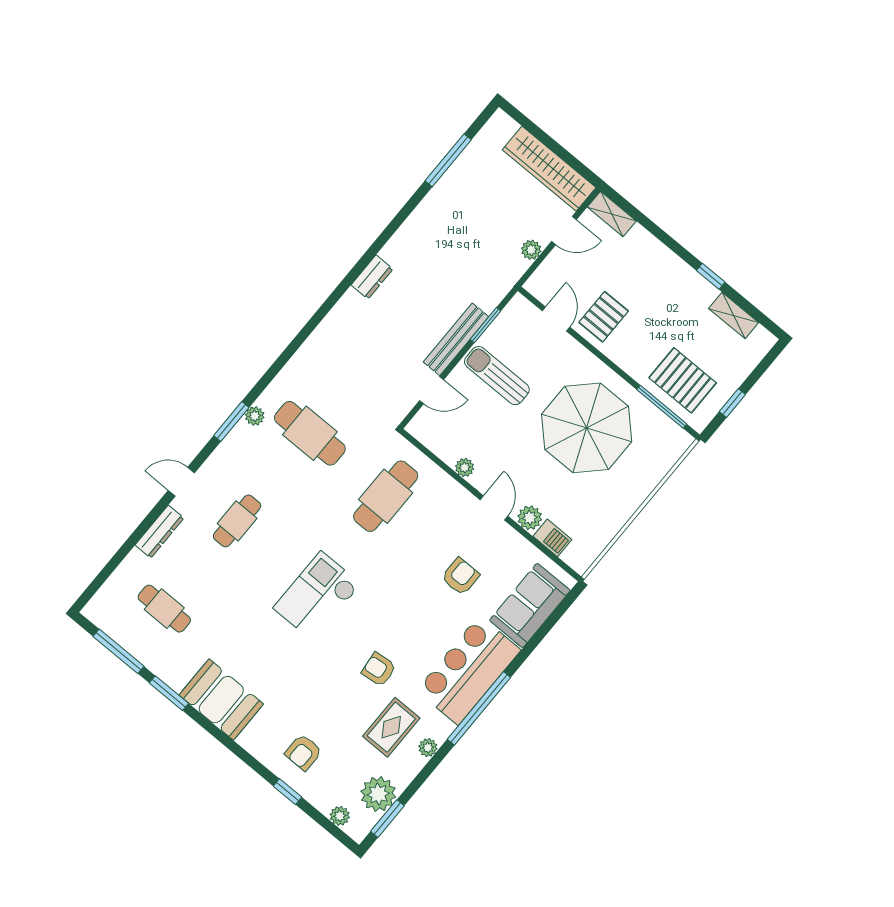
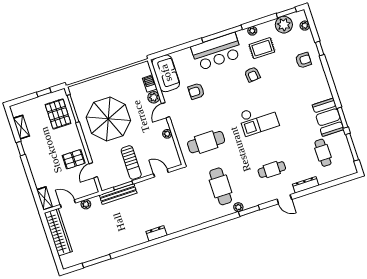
bench: (456, 339) -> (118, 194), moved
sofa: (530, 605) -> (166, 73), moved, turned -90
booth: (221, 700) -> (328, 117), moved

